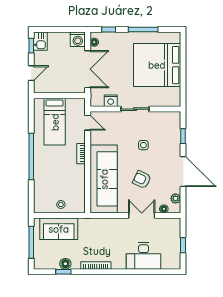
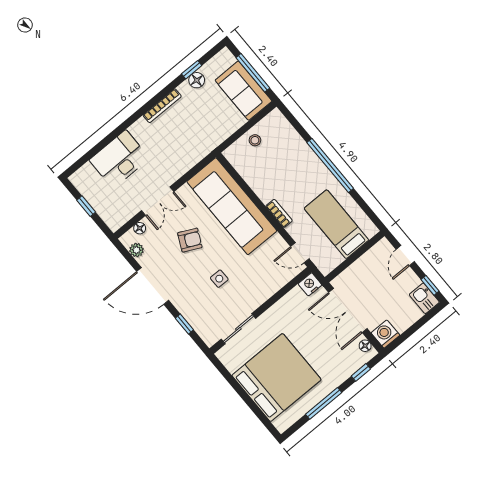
nightstand: (111, 101) -> (310, 284), moved
sliding door: (135, 109) -> (238, 329), moved
sofa: (59, 229) -> (243, 91), moved, turned -90

